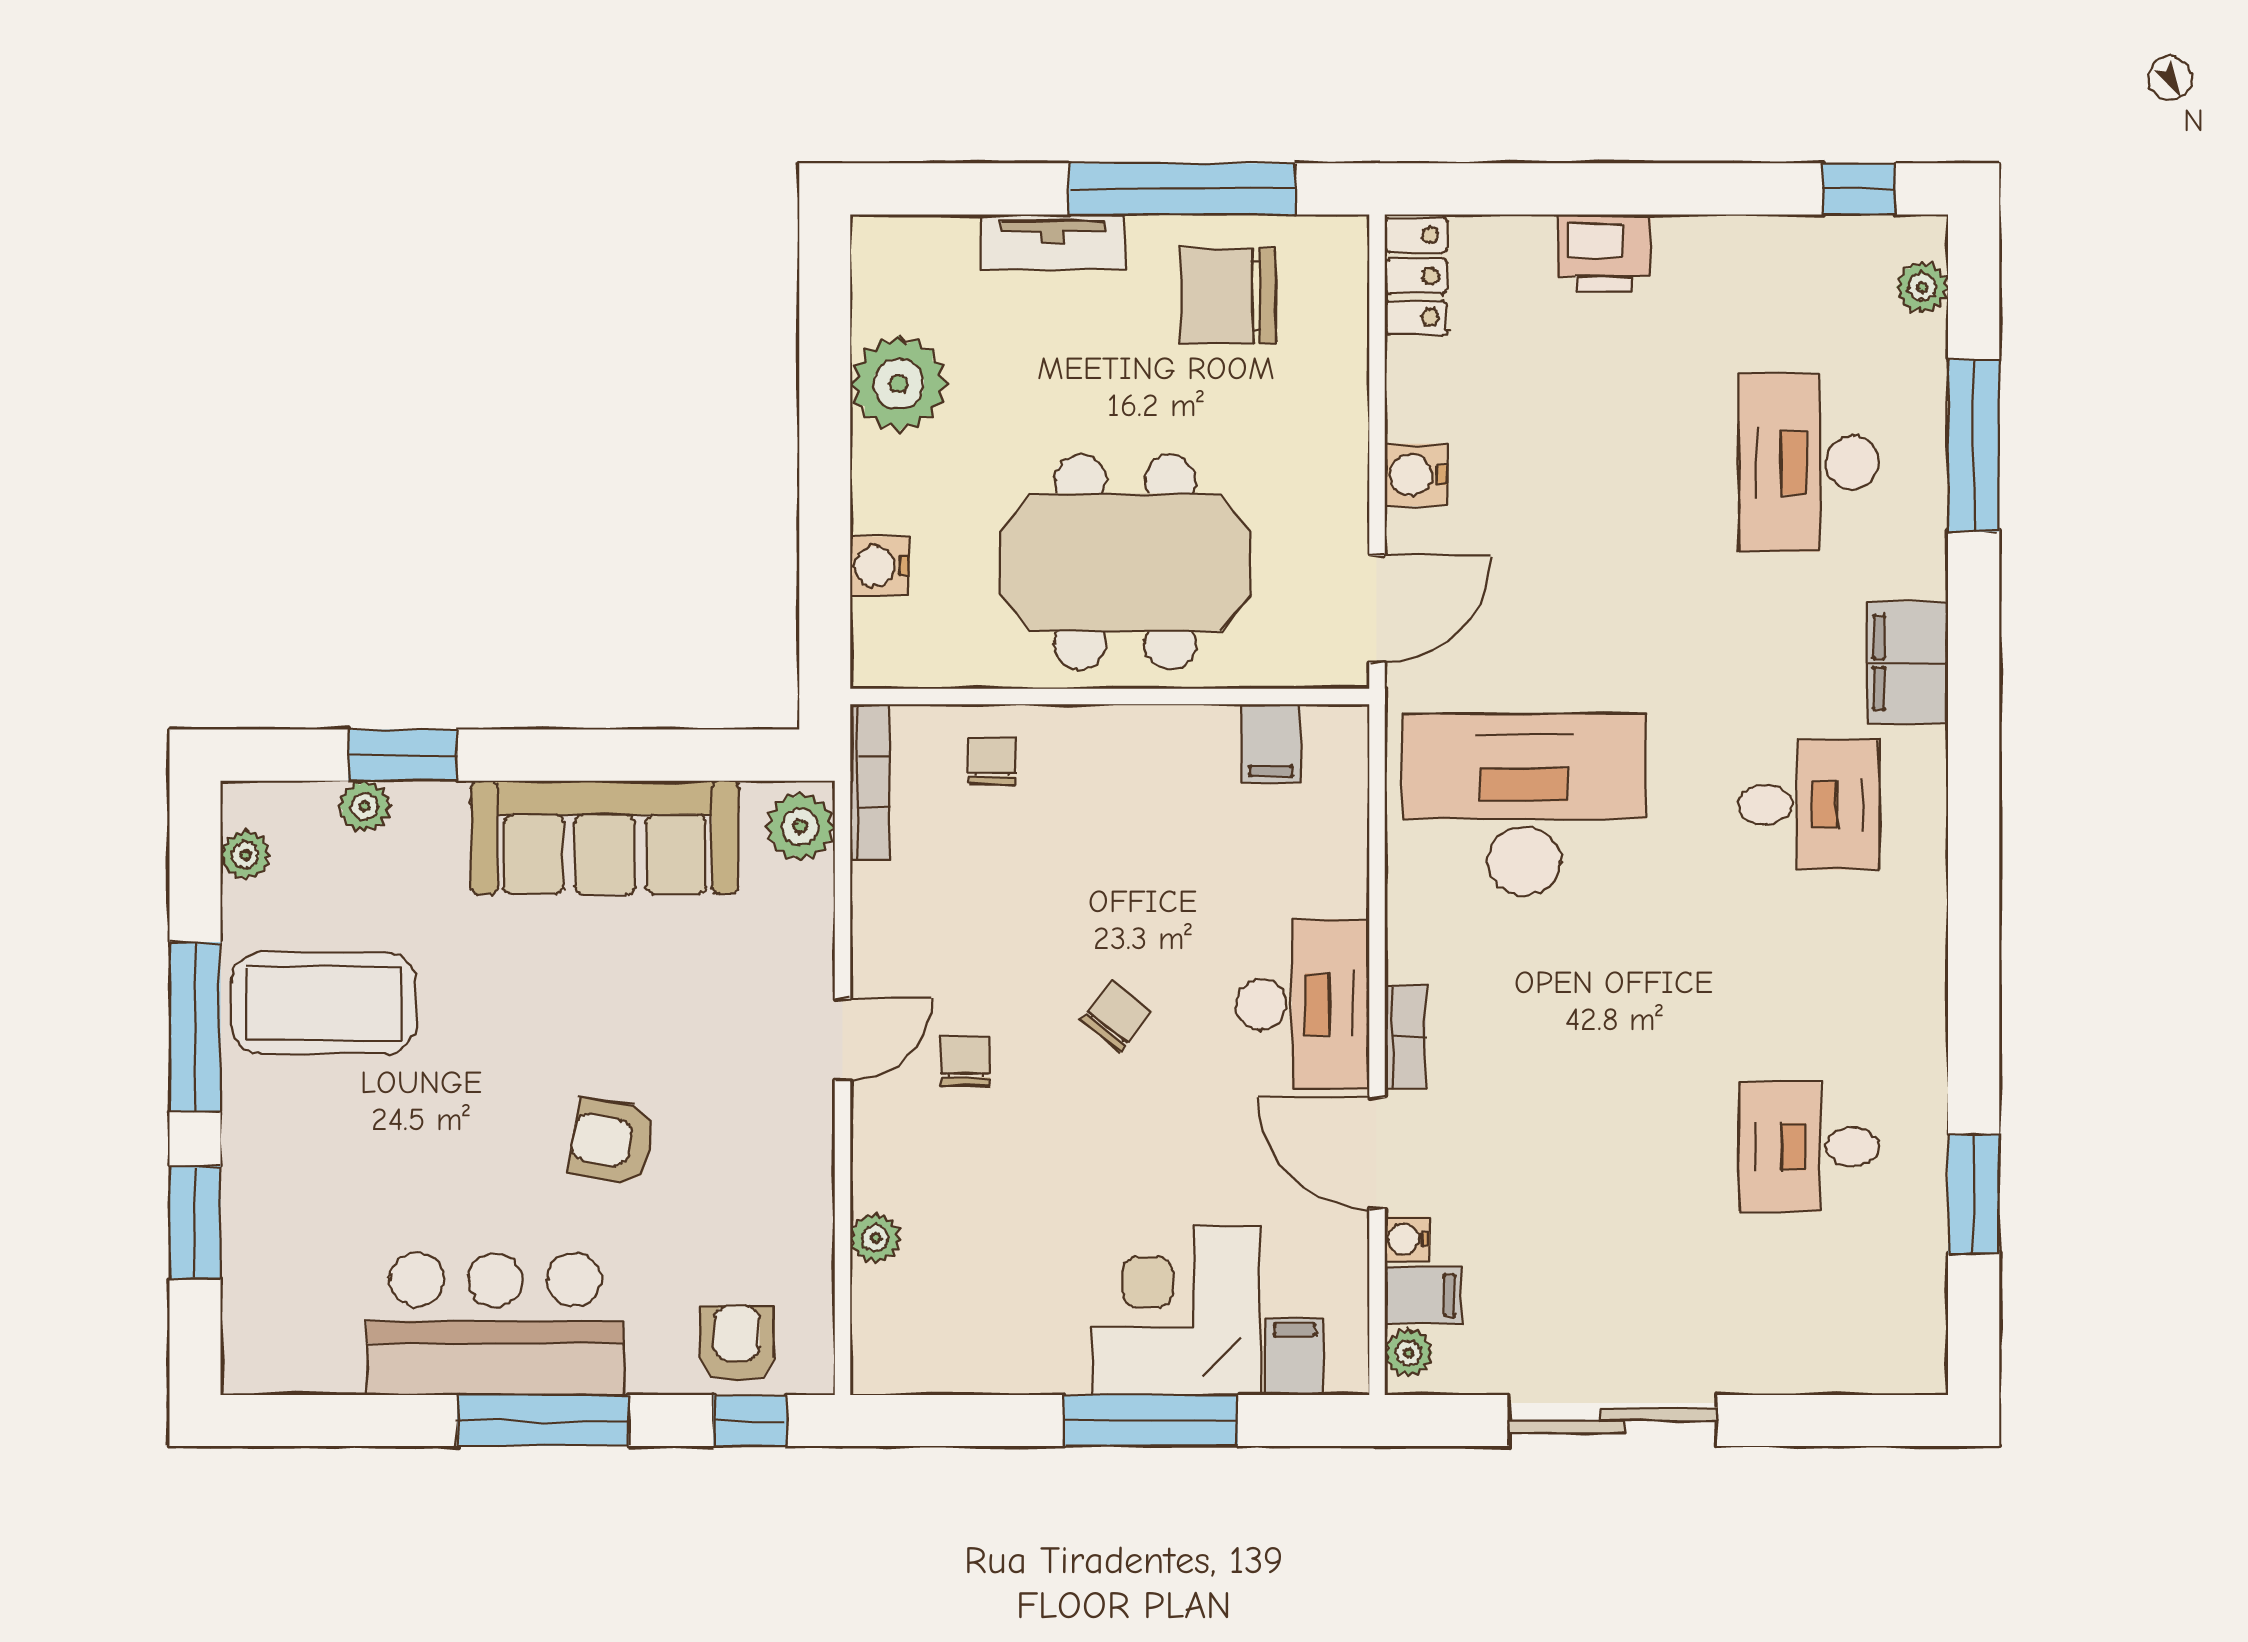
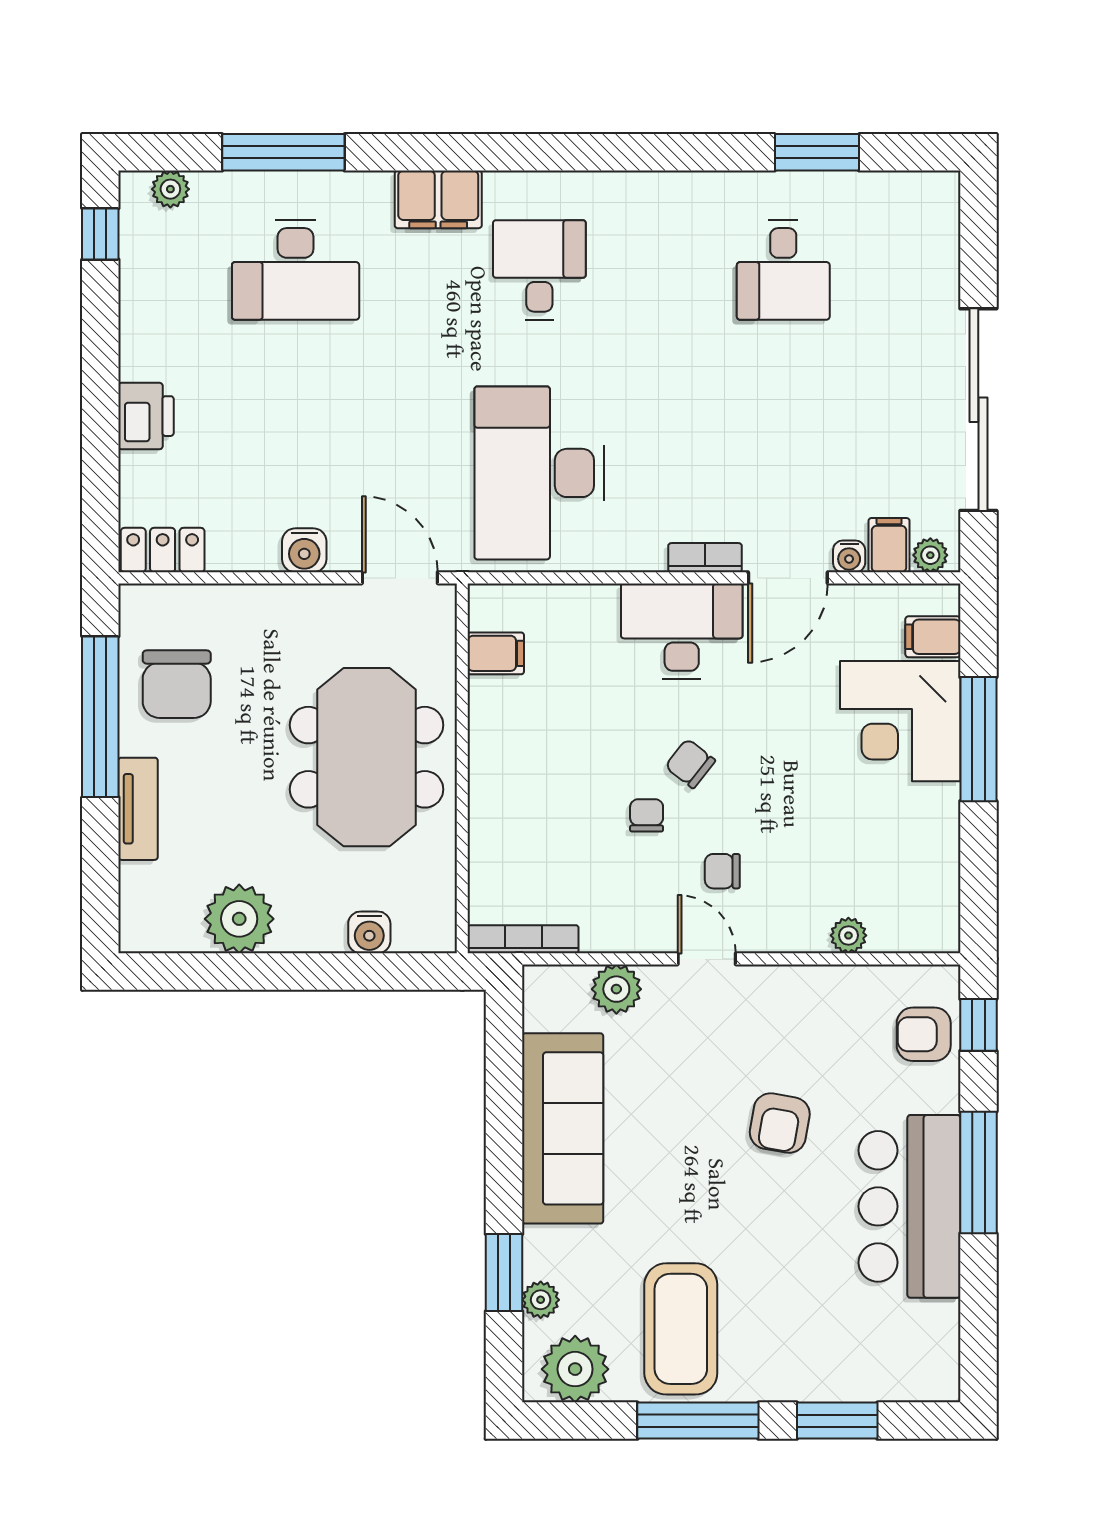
chair: (992, 761) -> (647, 815), moved, turned 90
plant: (800, 826) -> (616, 989), moved
plant: (245, 855) -> (575, 1369), width x1.88, depth x1.88
sliding door: (1613, 1420) -> (978, 410), width x1.36

